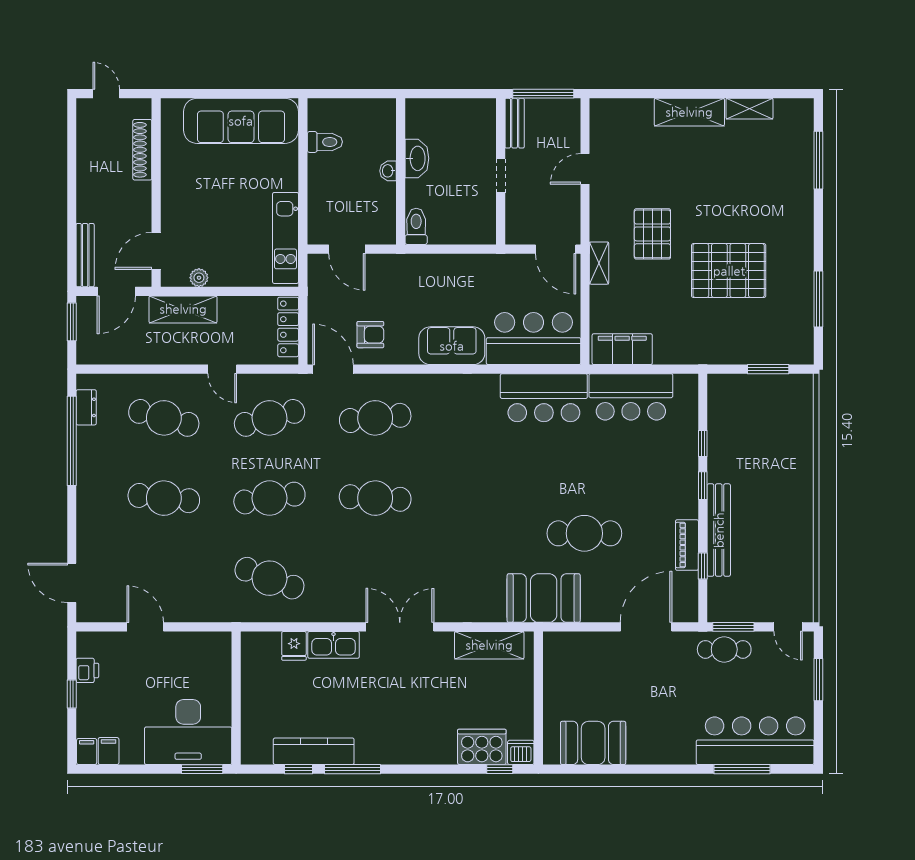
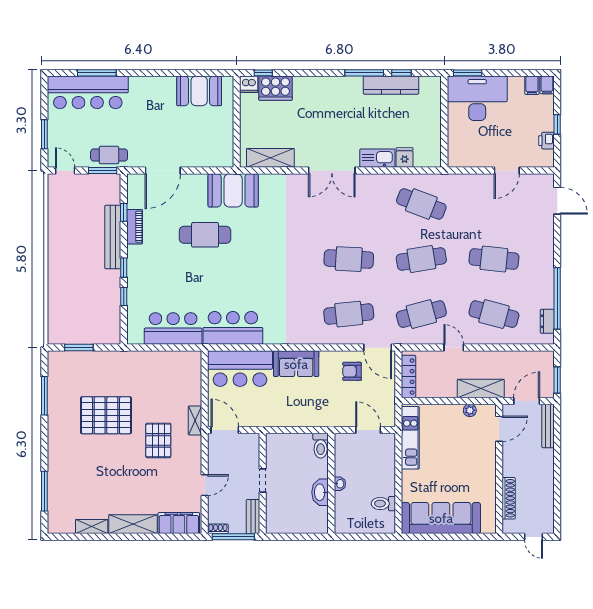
shoe rack: (566, 105) -> (218, 529), added
filing cabinet: (622, 349) -> (179, 523), moved, turned 180
door: (145, 627) -> (507, 170), hinge flipped

